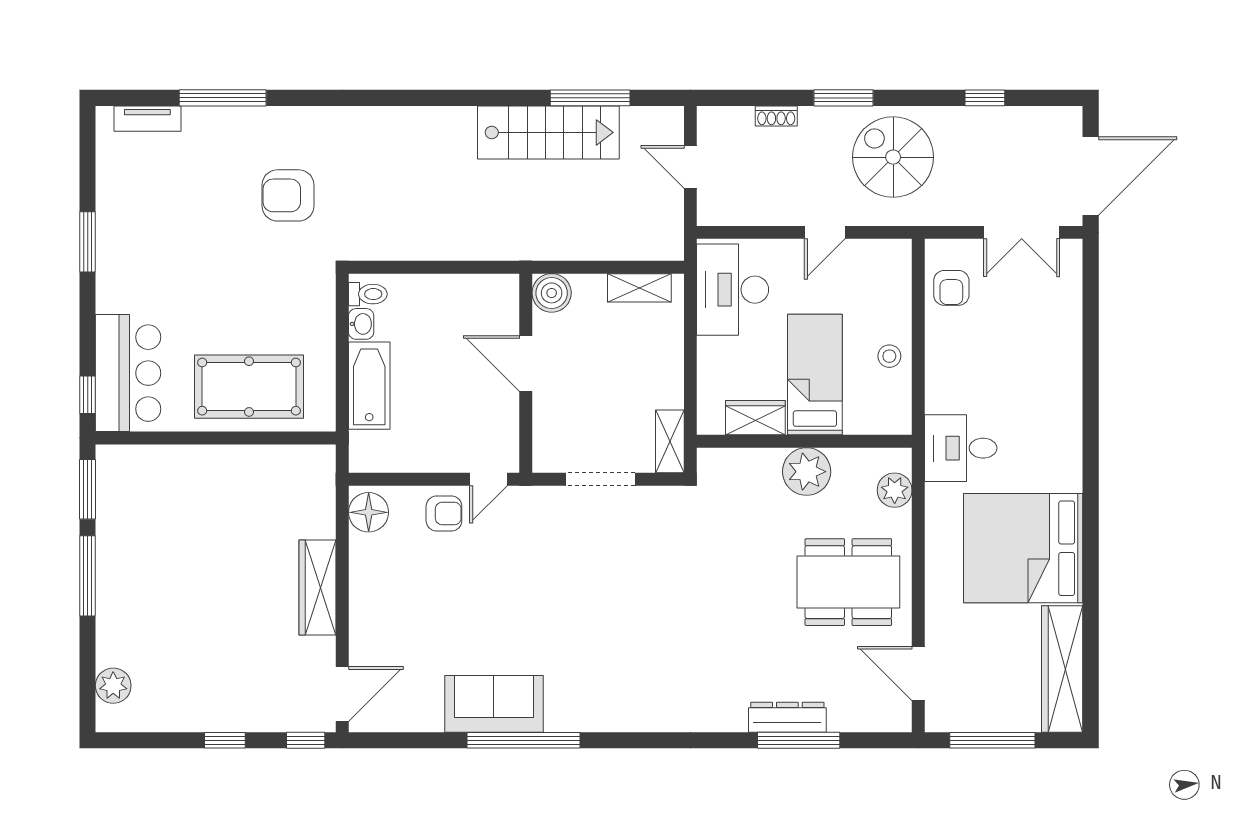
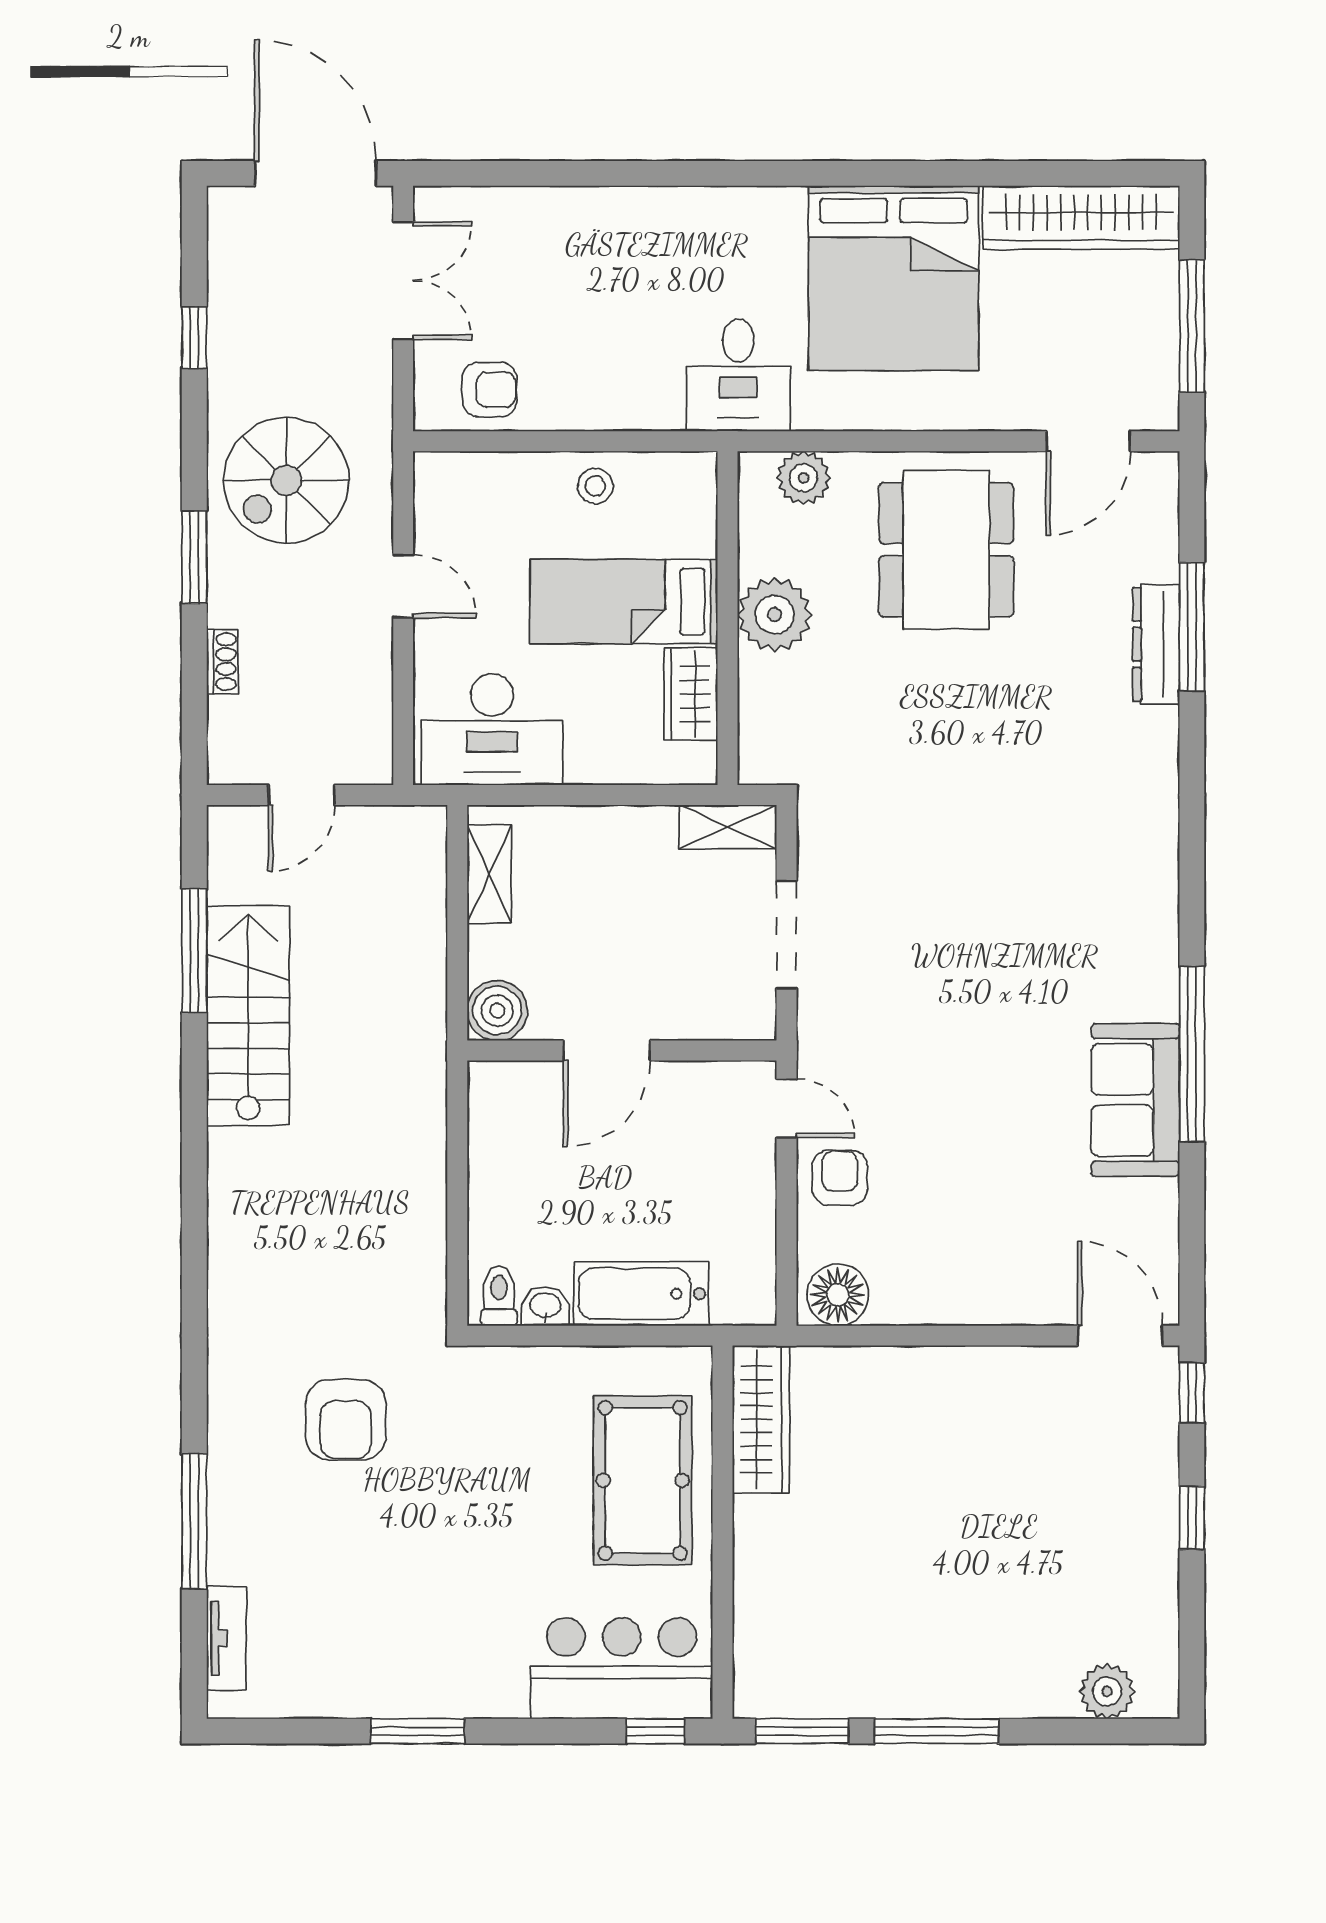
wardrobe: (318, 588) -> (761, 1419), moved, turned -90

